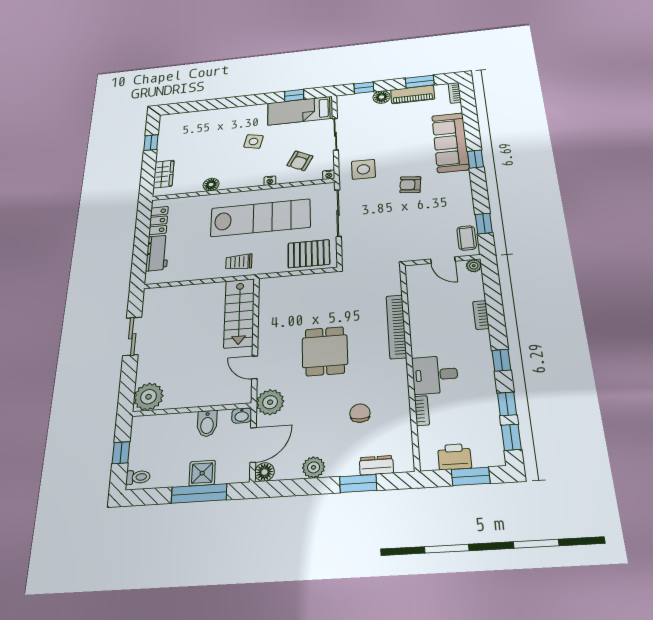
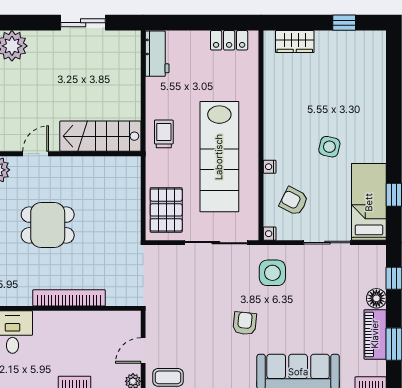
floor lamp: (211, 185) -> (272, 99), removed
workbench: (157, 253) -> (157, 54), moved, turned -90

